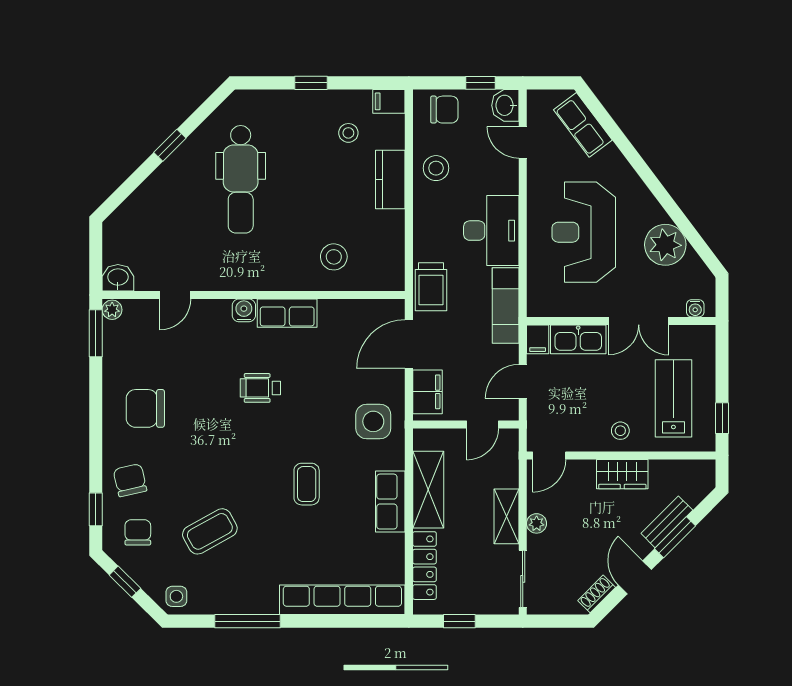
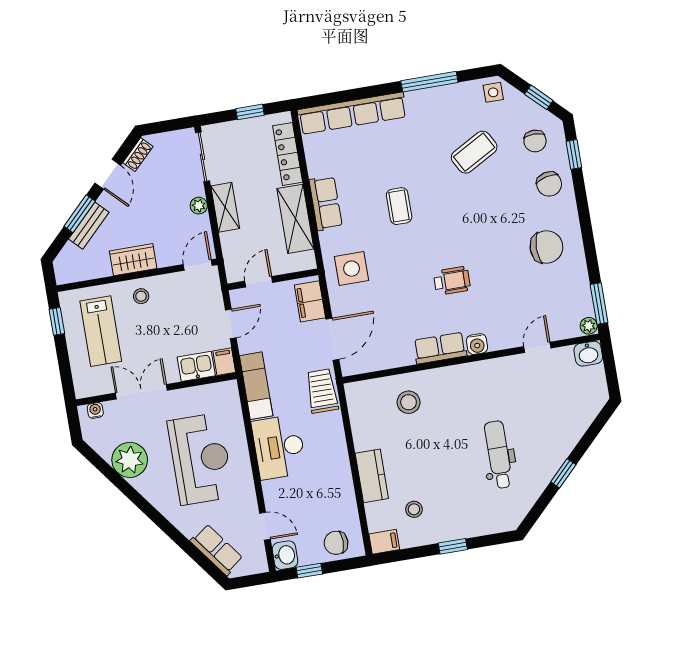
stool: (436, 168) -> (335, 492), removed
dental chair: (241, 179) -> (498, 455), width x0.73, depth x0.72
kitchen sink: (578, 339) -> (196, 366), width x0.73

